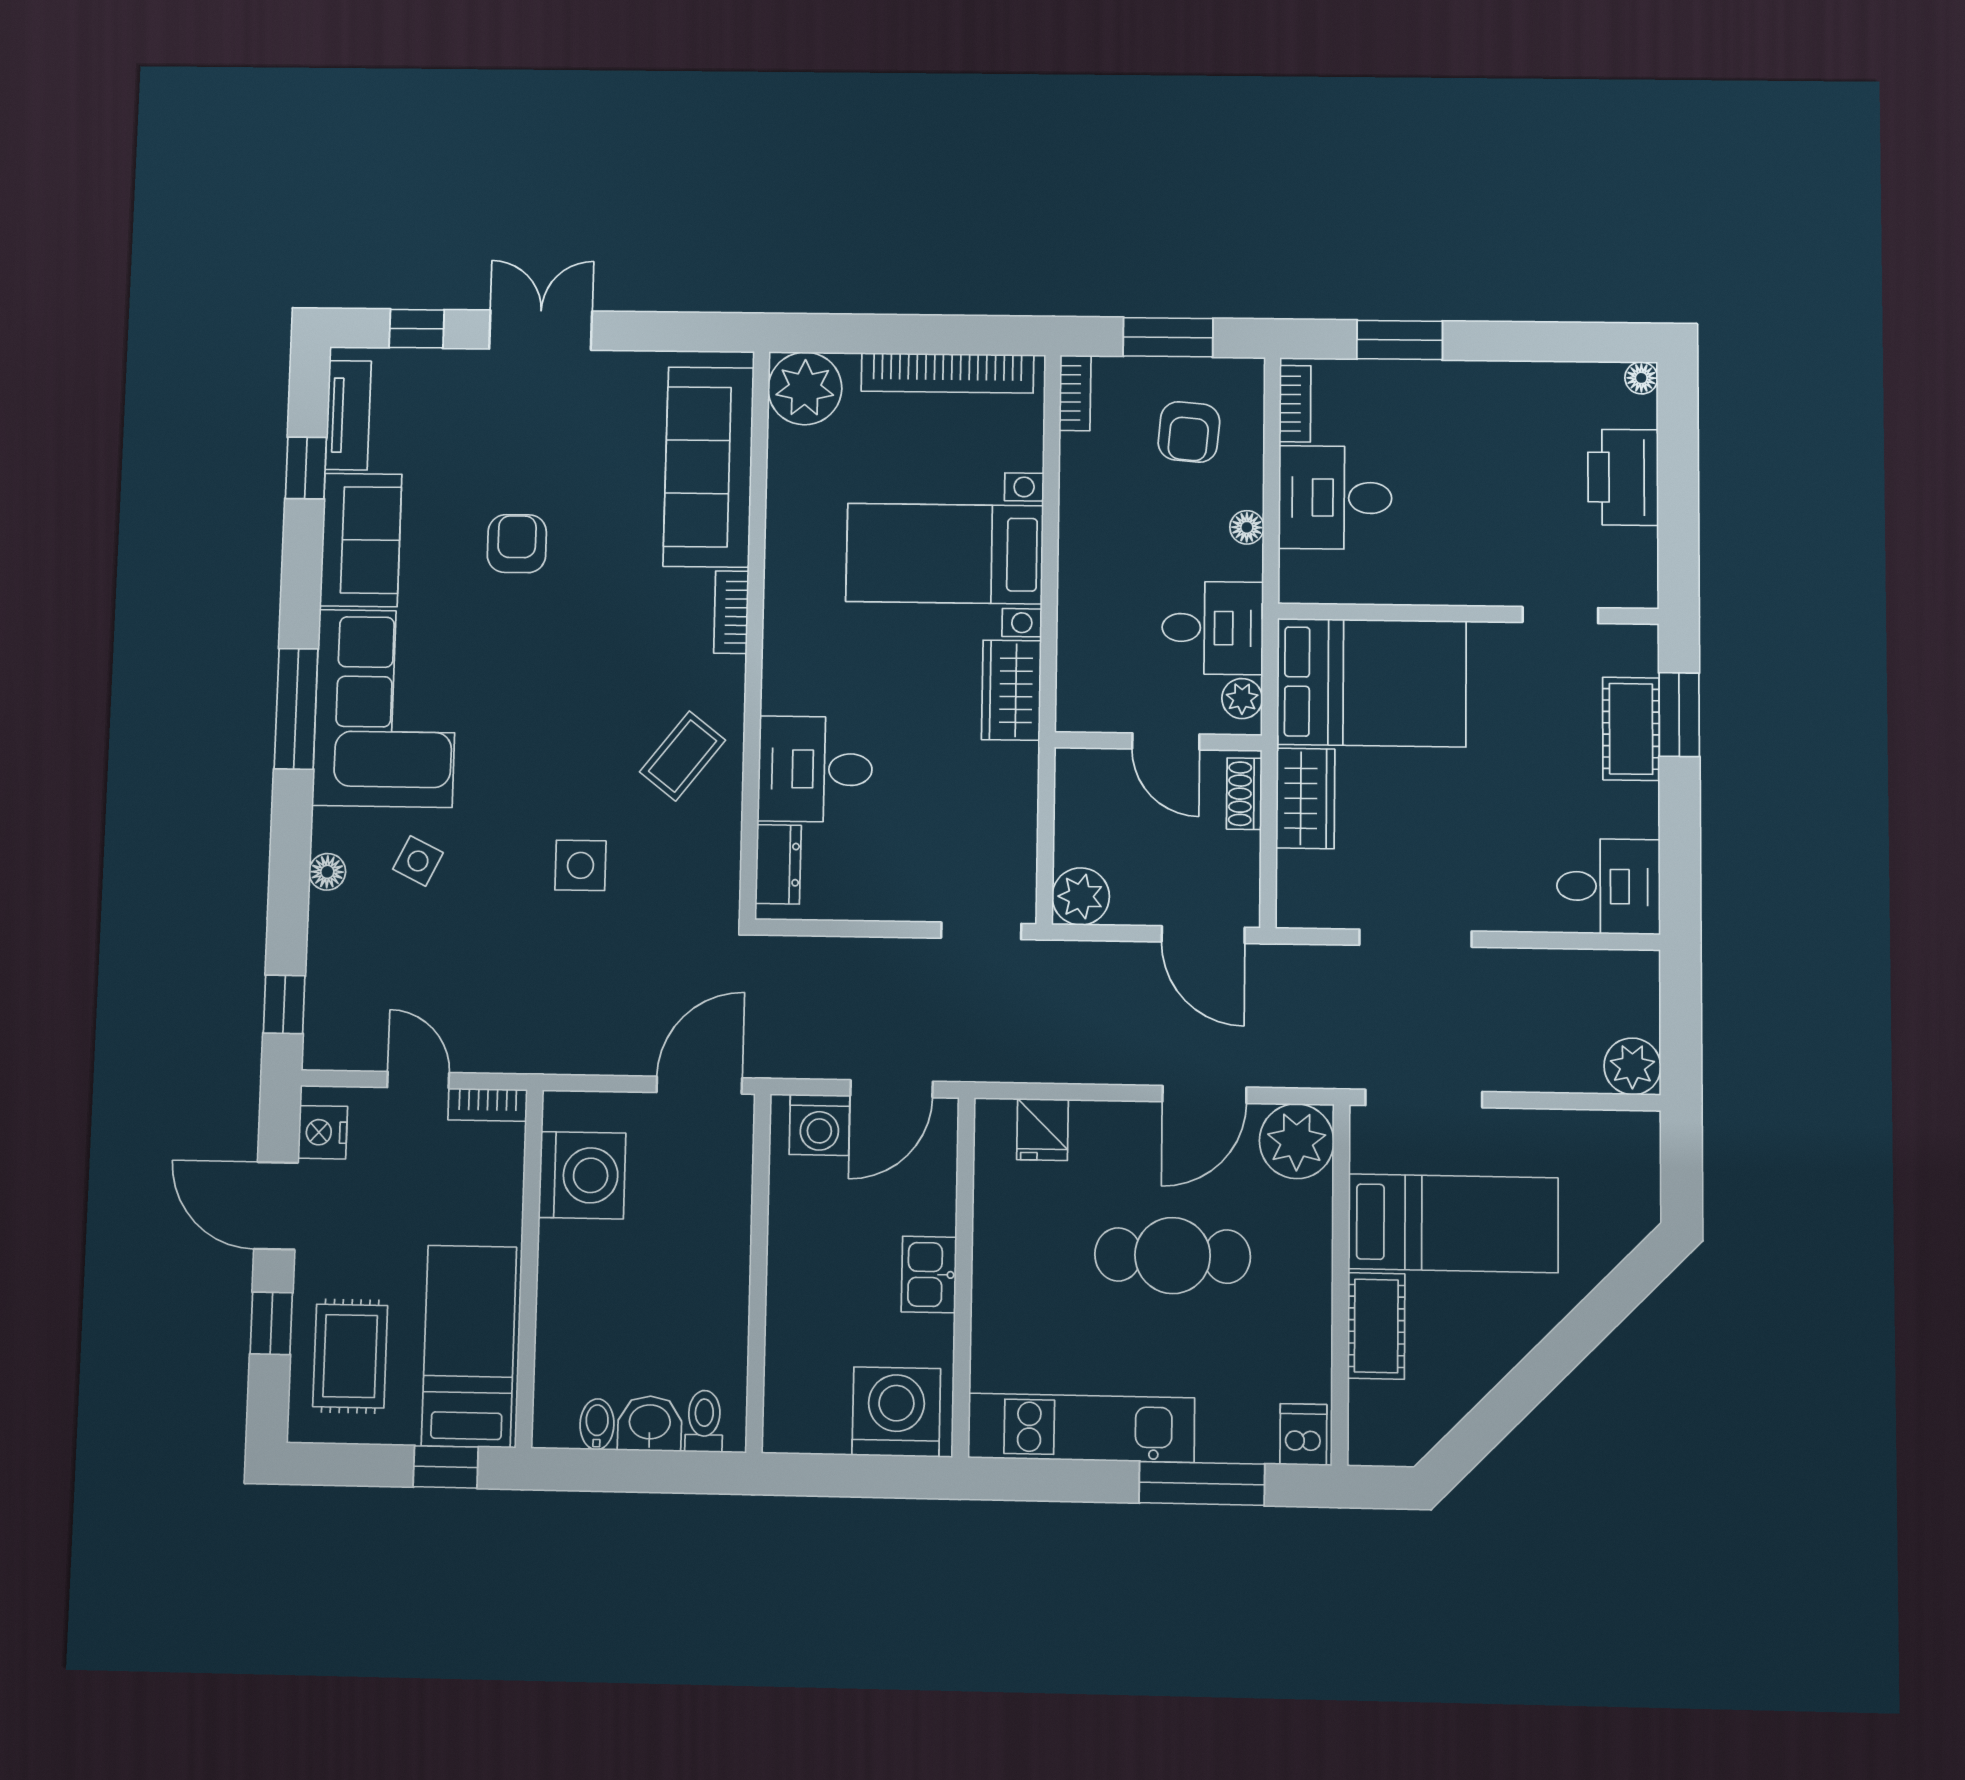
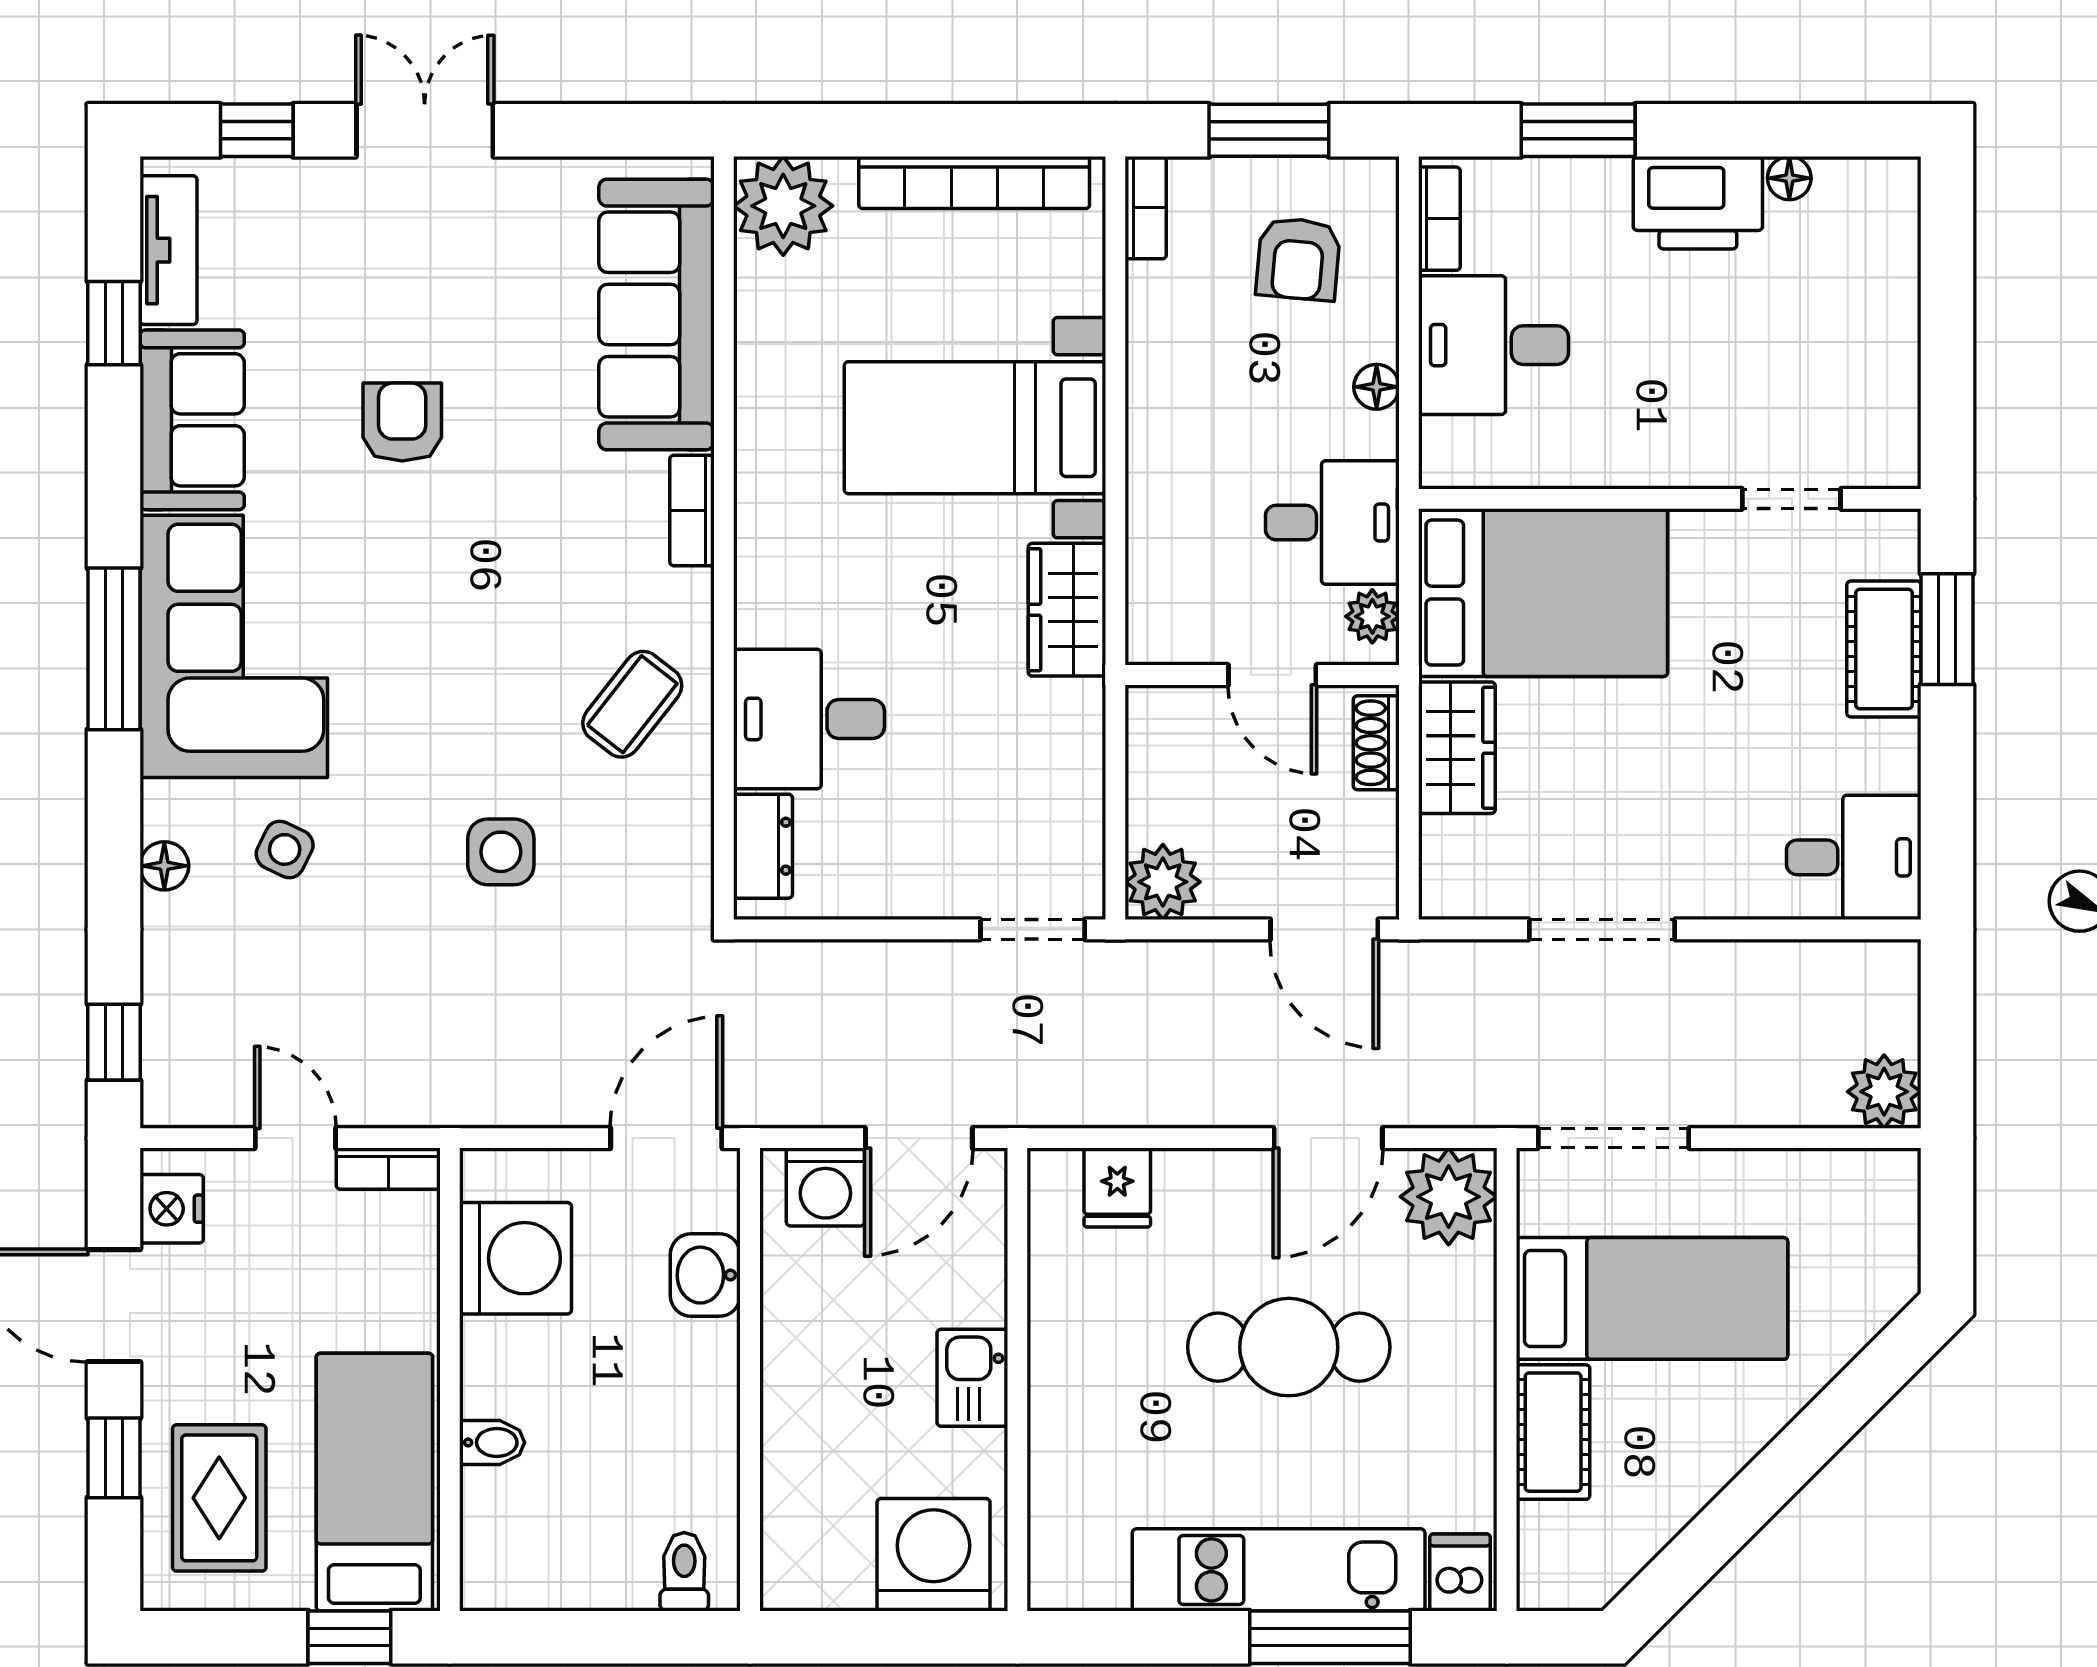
floor lamp: (1641, 378) -> (1789, 178), moved
printer: (1623, 477) -> (1698, 203), moved, turned -90
bidet: (597, 1424) -> (492, 1442), moved, turned 90
washbasin: (650, 1424) -> (705, 1275), moved, turned -90
kitchen unit: (1081, 1428) -> (1279, 1570), moved

